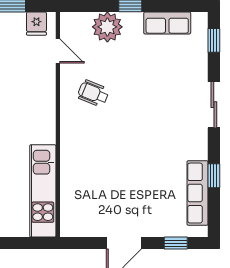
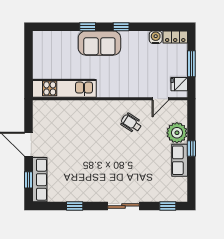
row of seats: (167, 23) -> (180, 160), moved
wheelchair: (93, 93) -> (131, 123), turned -79
row of seats: (198, 193) -> (40, 180), moved, turned 90

